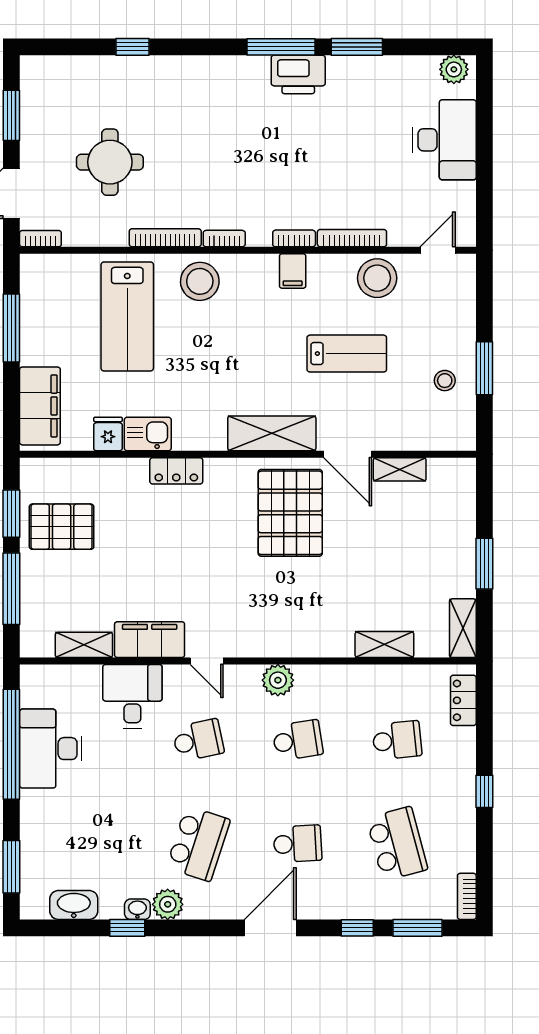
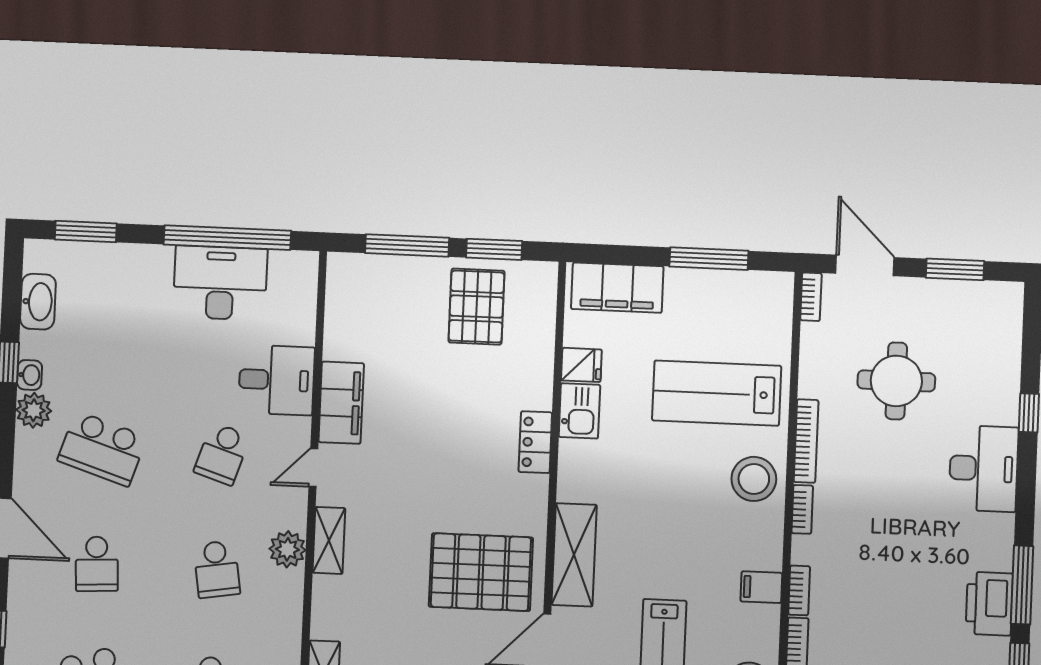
desk: (182, 84) -> (984, 469), added
shelving: (84, 645) -> (329, 540), moved
school desk: (198, 740) -> (222, 454), turned 30

